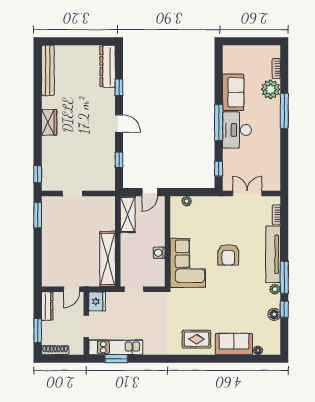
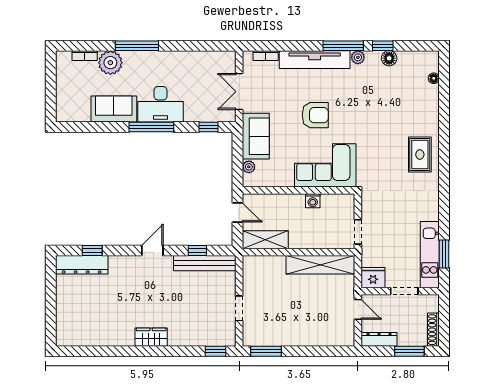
bench: (48, 70) -> (205, 263), moved
window: (119, 87) -> (92, 251), moved
sofa: (234, 344) -> (256, 136), moved, turned 180

